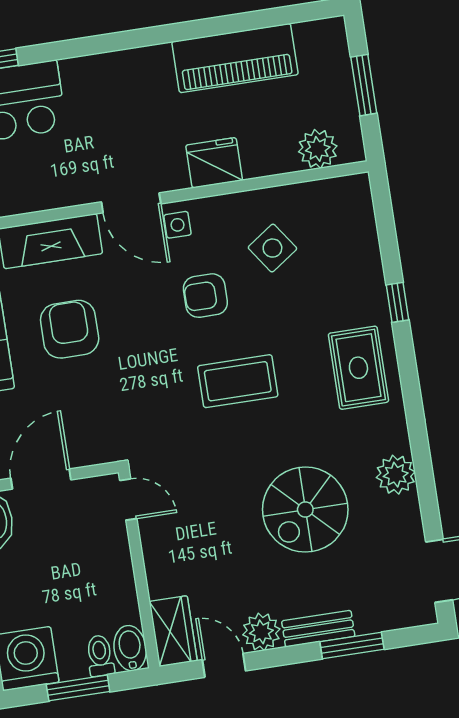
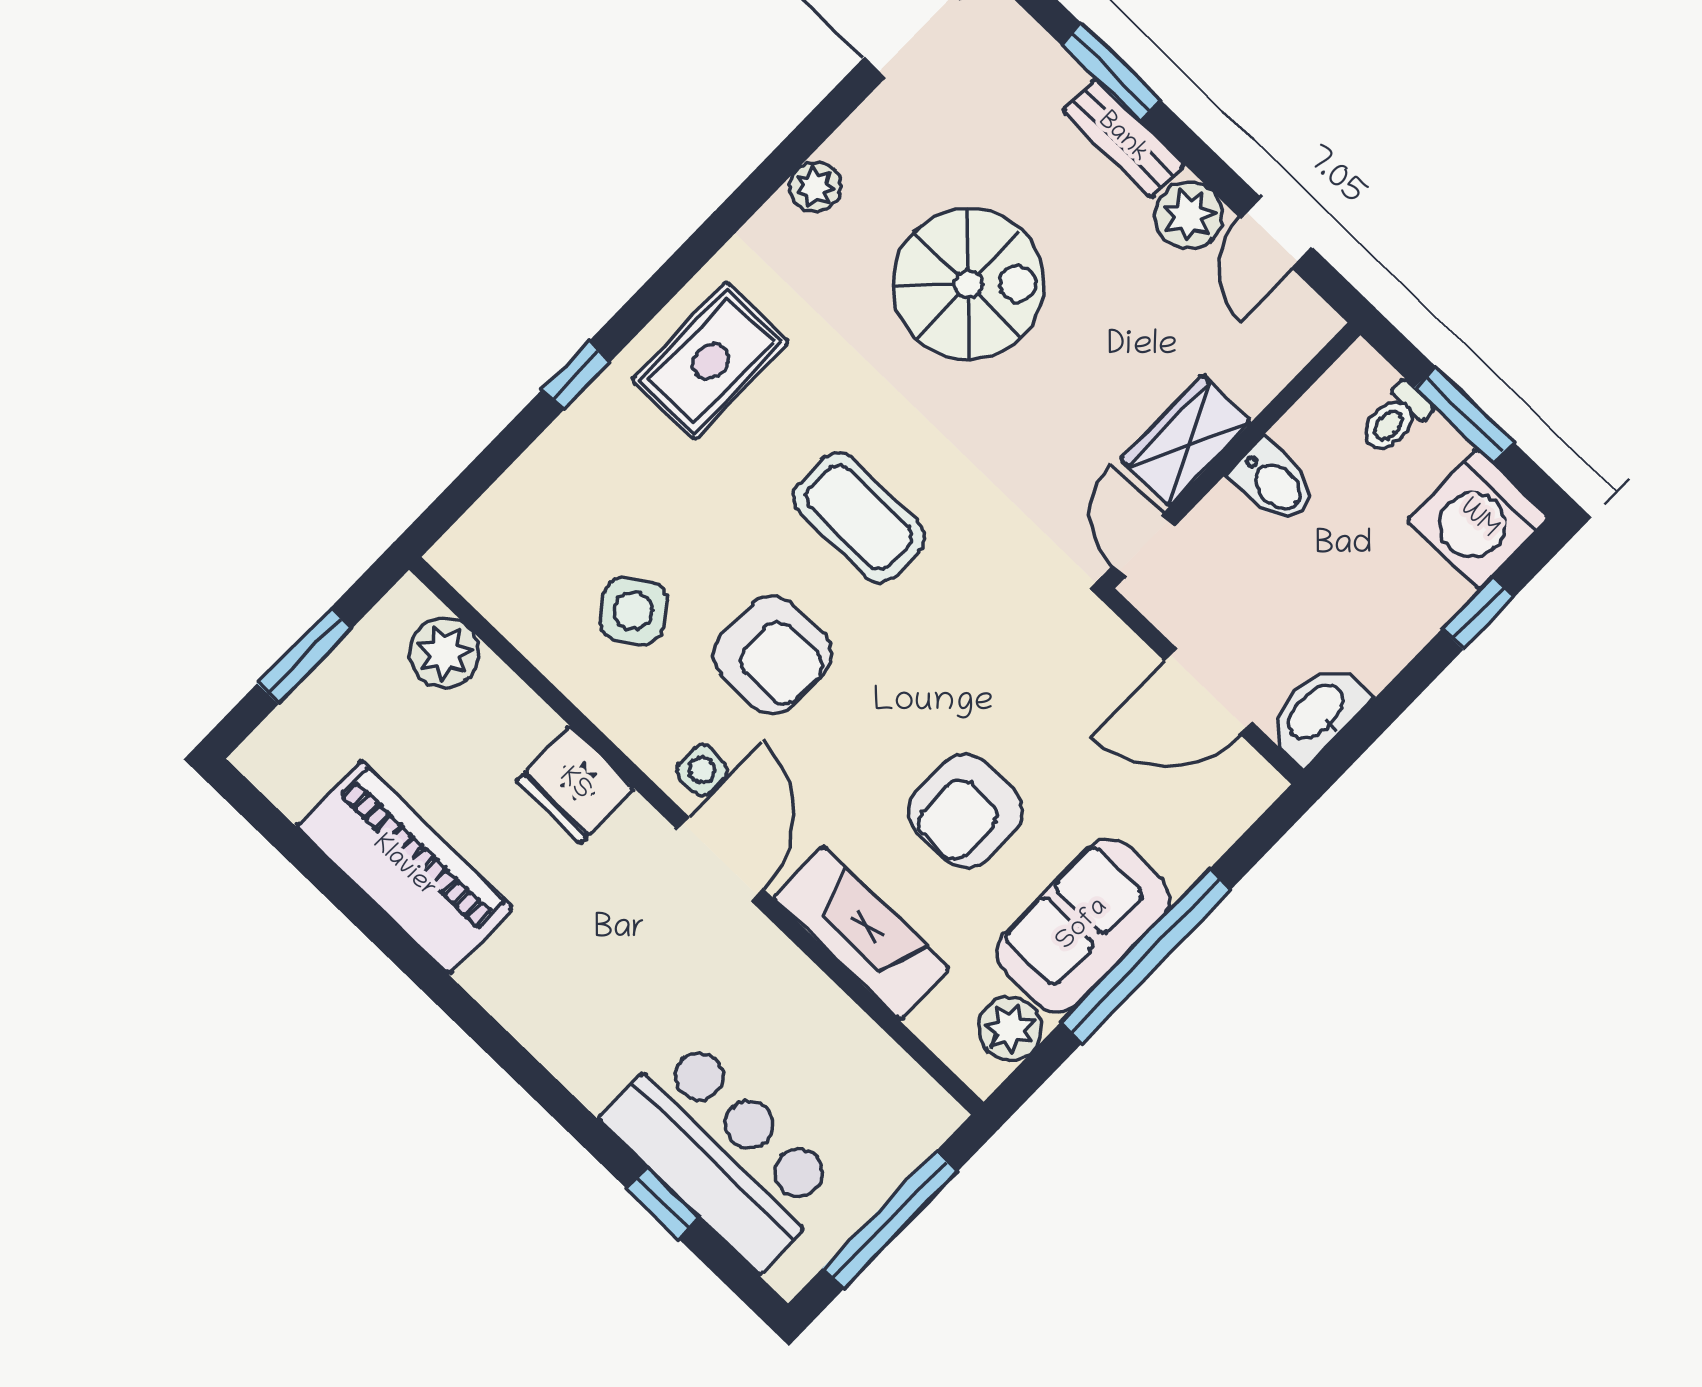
armchair: (205, 296) -> (772, 655), width x1.38, depth x1.38
plant: (396, 475) -> (815, 187), width x0.73, depth x0.73
wardrobe: (173, 631) -> (1186, 440), moved
bidet: (130, 648) -> (1274, 483), moved, turned -90

